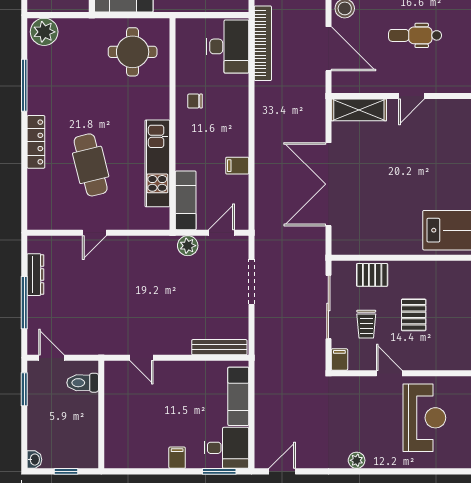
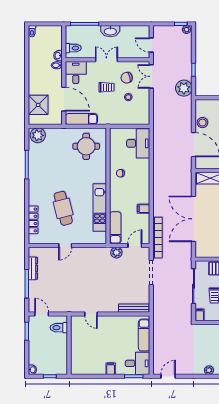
bookcase: (263, 43) -> (158, 238), moved
locker: (36, 142) -> (33, 220), moved

